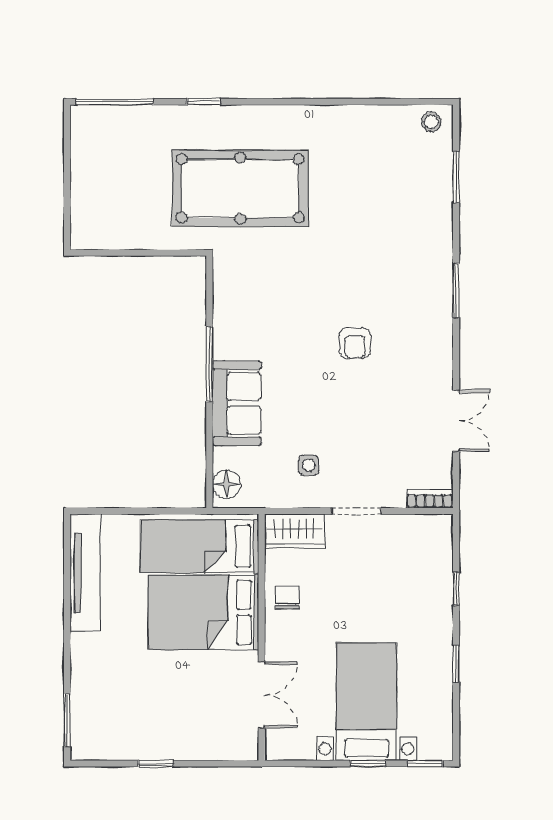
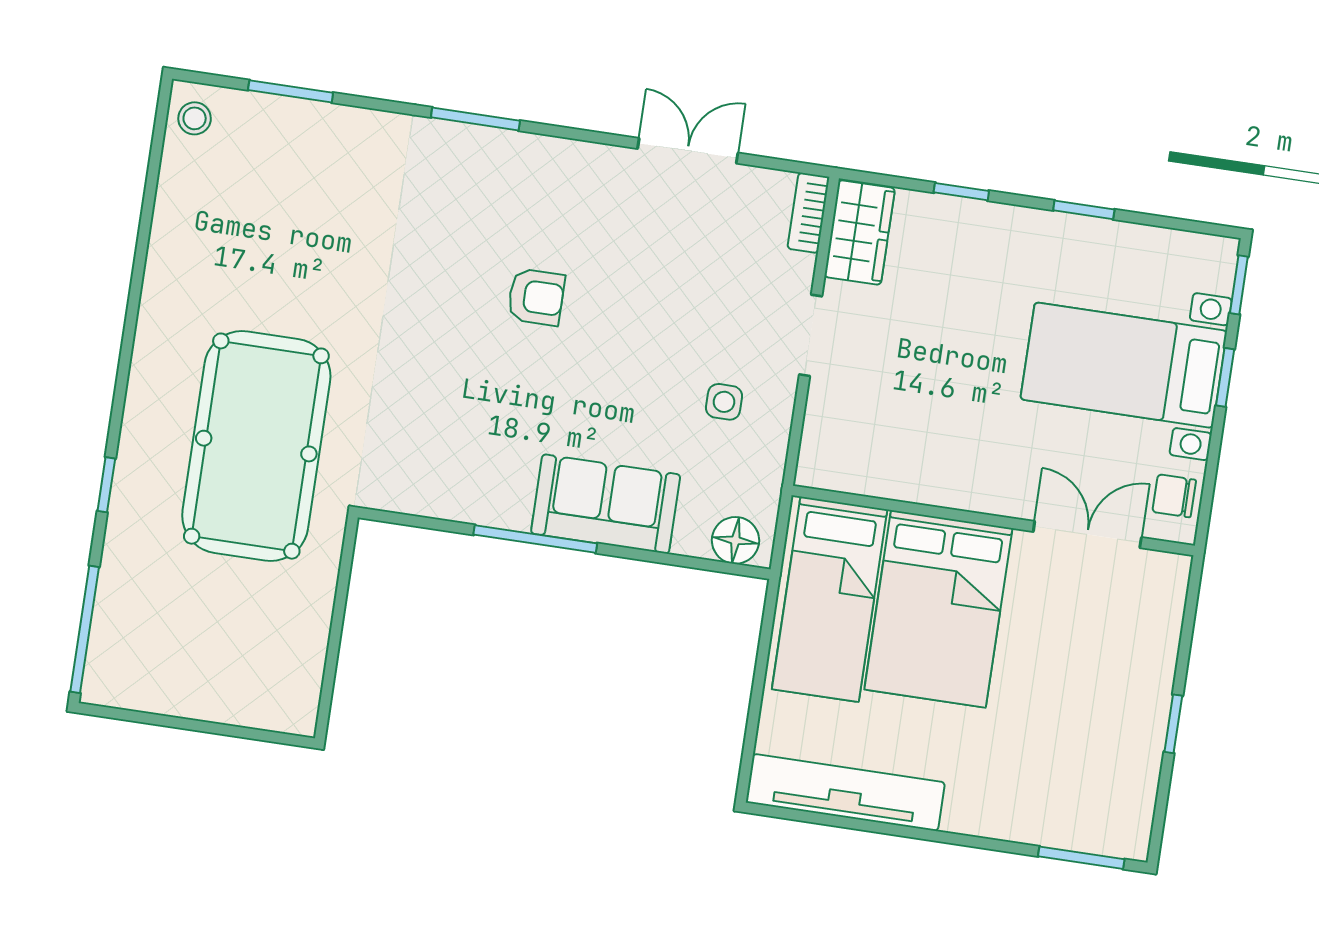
wardrobe: (294, 531) -> (860, 232), moved
chair: (287, 597) -> (1174, 496), moved

